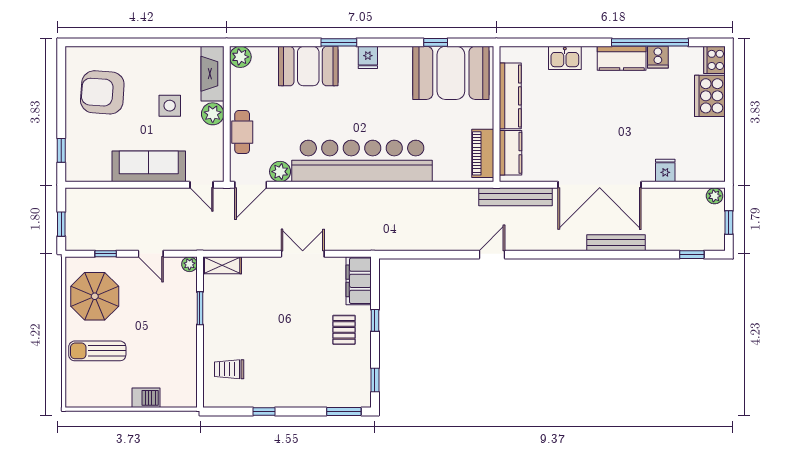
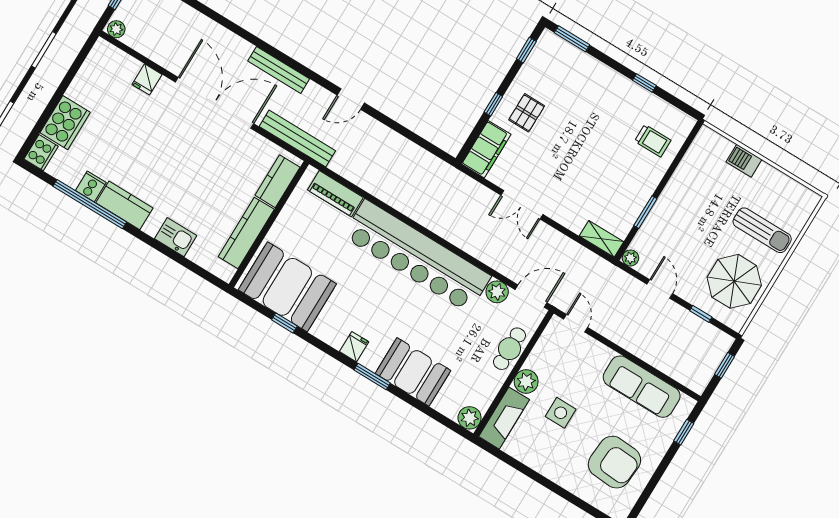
piano: (483, 153) -> (335, 194), moved, turned 90
sofa: (149, 166) -> (642, 387), moved
bench: (616, 243) -> (279, 70), moved

